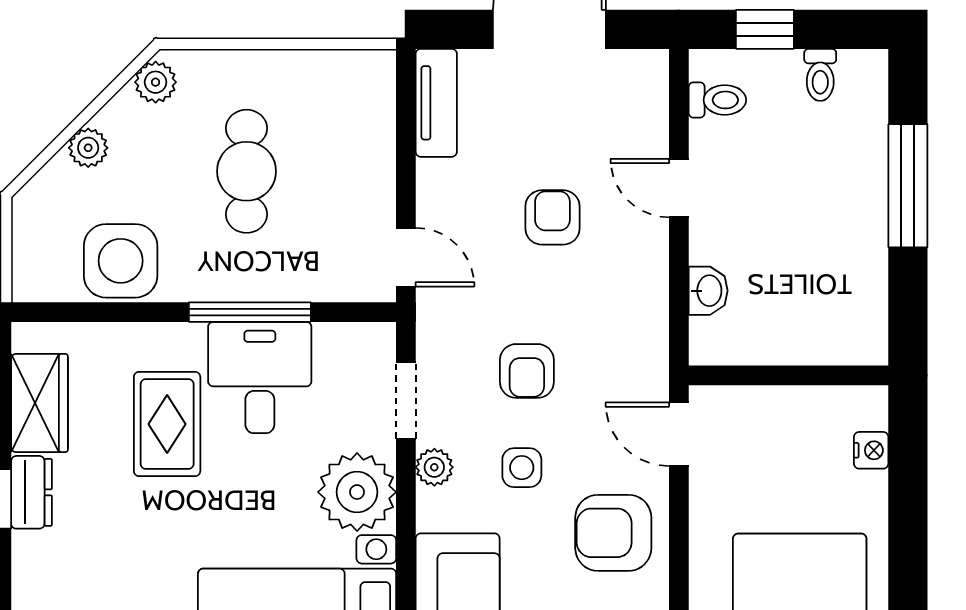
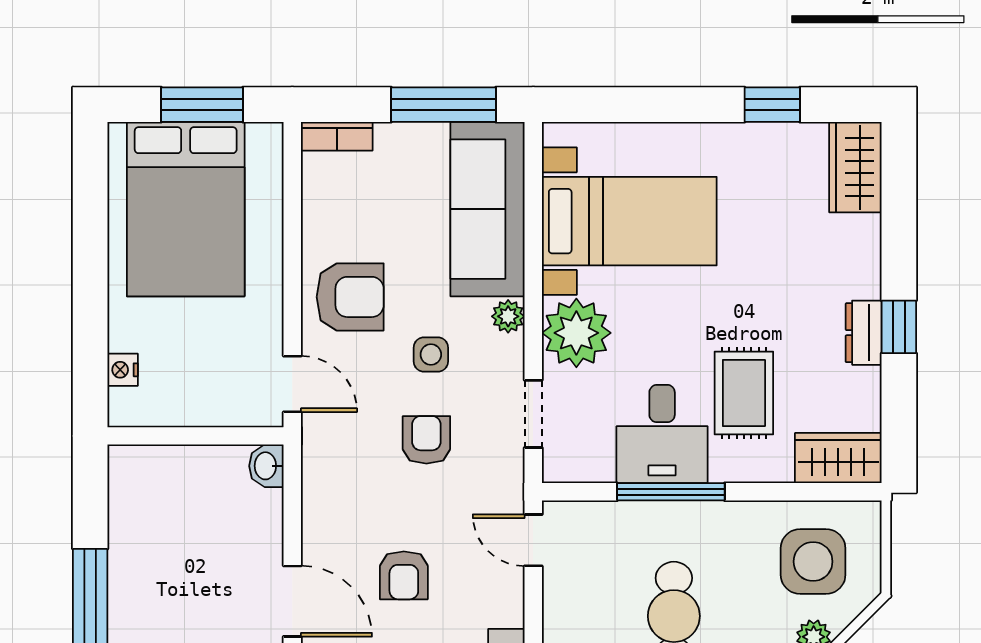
door: (679, 188) -> (292, 601), width x1.38
side table: (121, 261) -> (813, 562), moved
washbasin: (708, 291) -> (266, 466), moved
wardrobe: (39, 403) -> (838, 458), moved, turned 90
plant: (434, 467) -> (508, 316), moved

